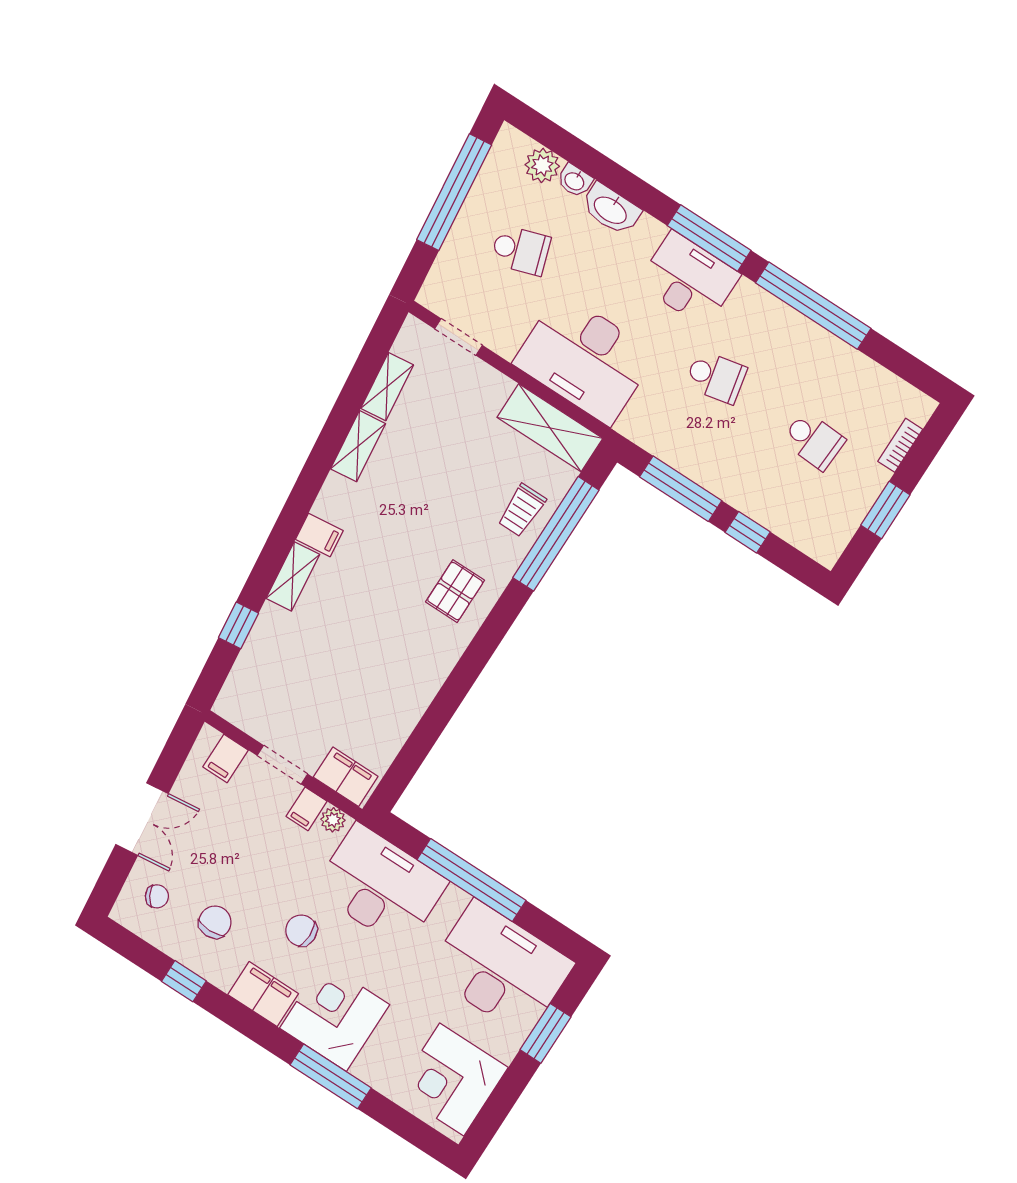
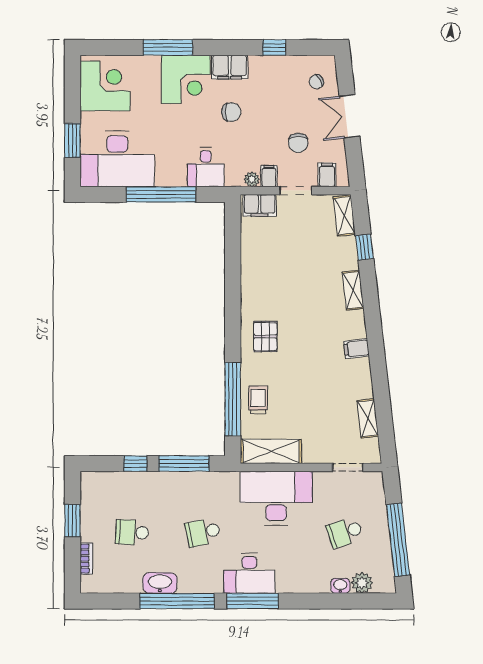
washbasin: (611, 209) -> (160, 583), moved
shelving: (358, 446) -> (344, 216), moved
filing cabinet: (319, 535) -> (356, 349), moved
desk: (380, 886) -> (206, 167), width x0.53, depth x0.77
chair: (215, 922) -> (298, 143), moved

